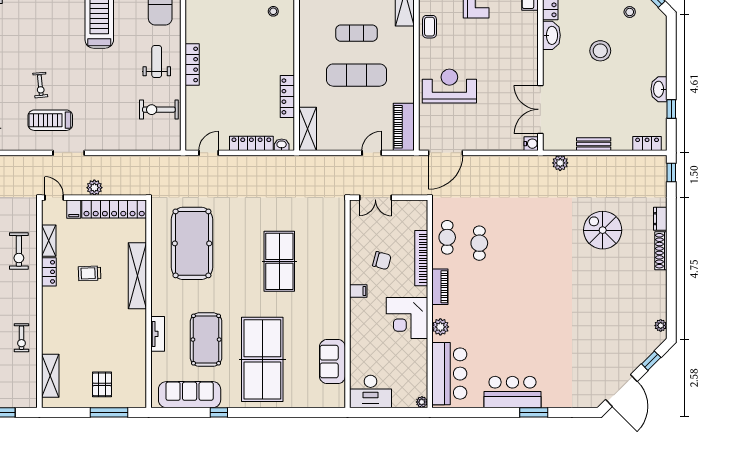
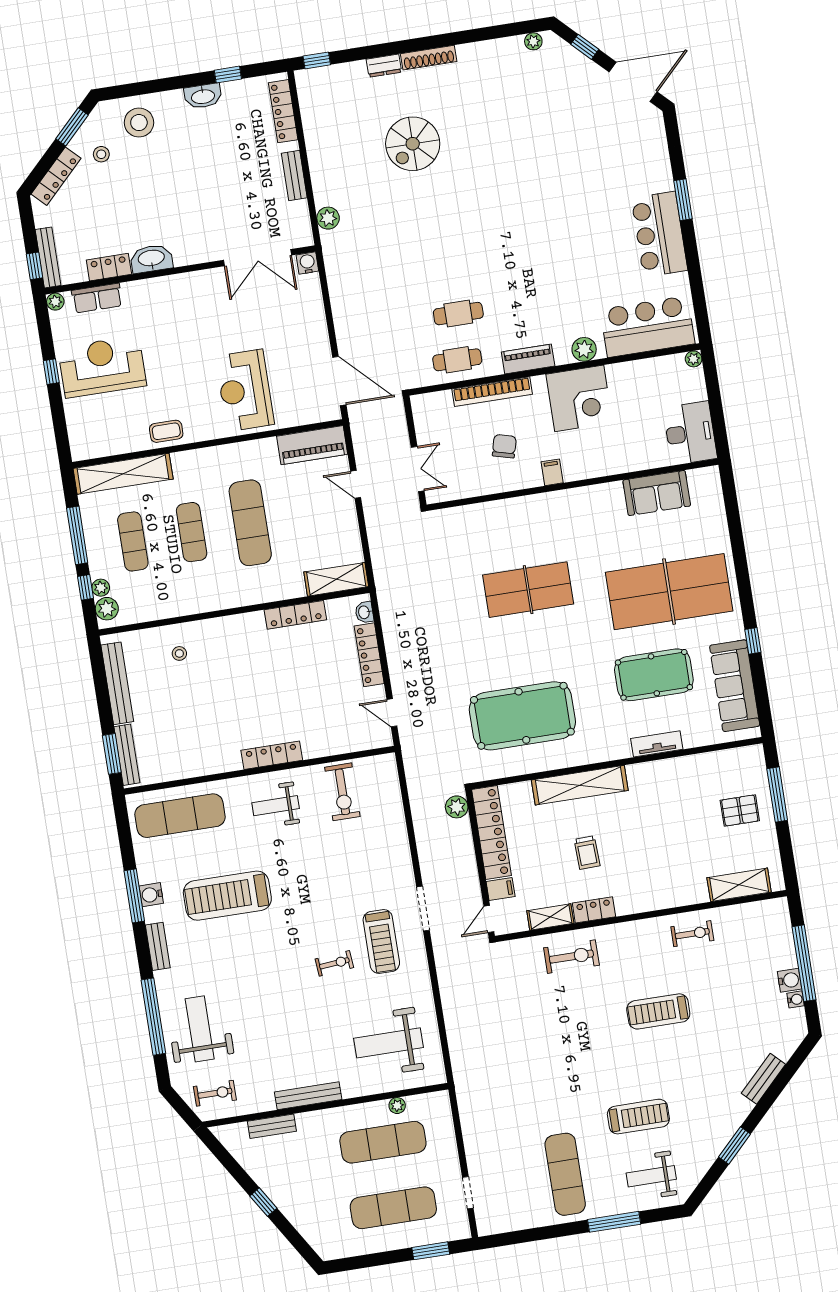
stool: (600, 51) -> (139, 123), moved
locker: (647, 143) -> (283, 111), width x1.53
plant: (94, 188) -> (457, 807), moved

